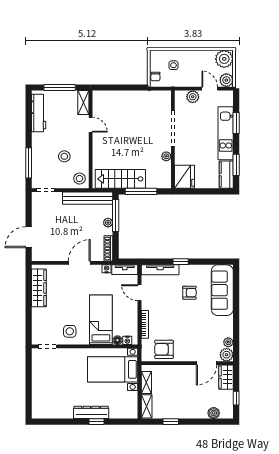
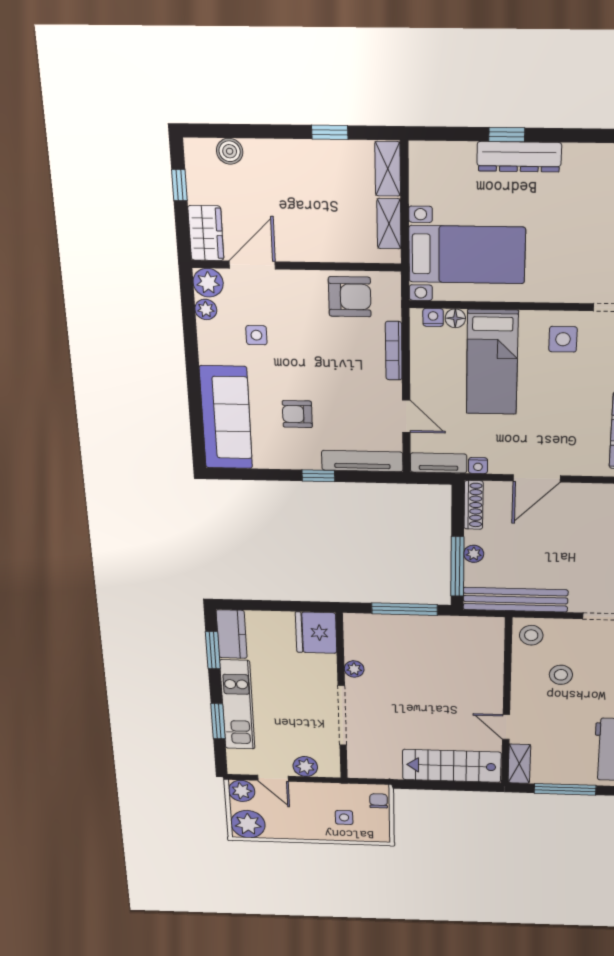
stairs: (120, 179) -> (452, 766), moved, turned 180
side table: (206, 331) -> (256, 335), added

